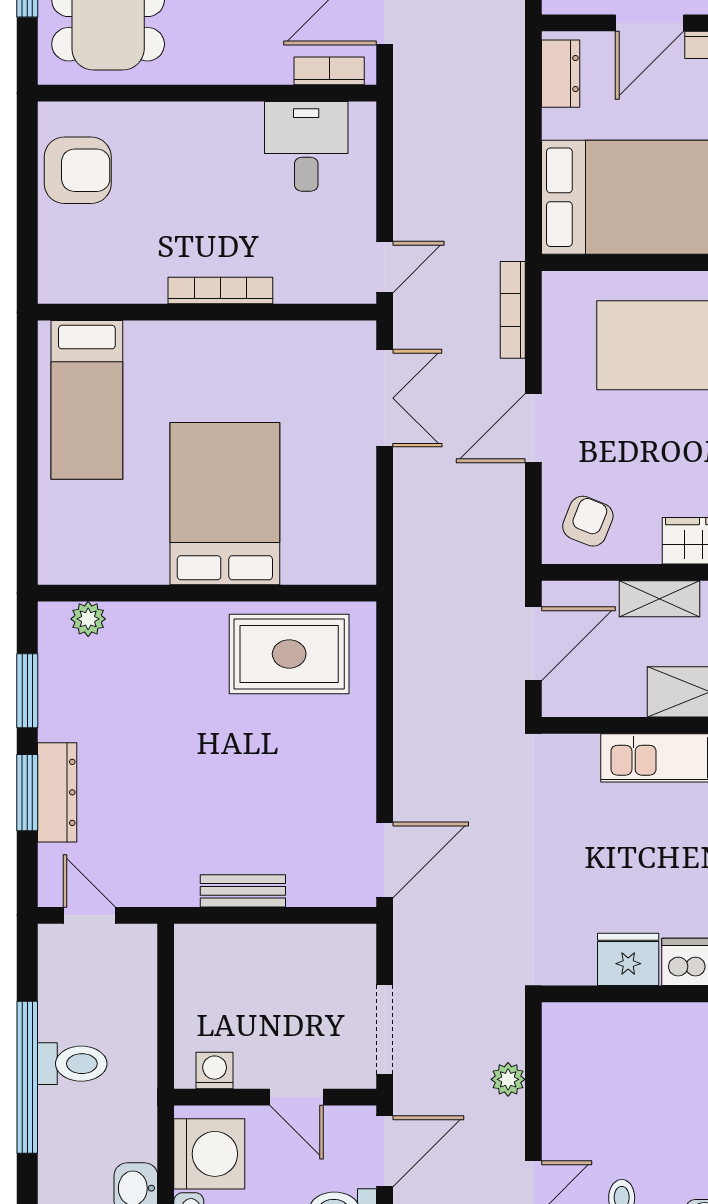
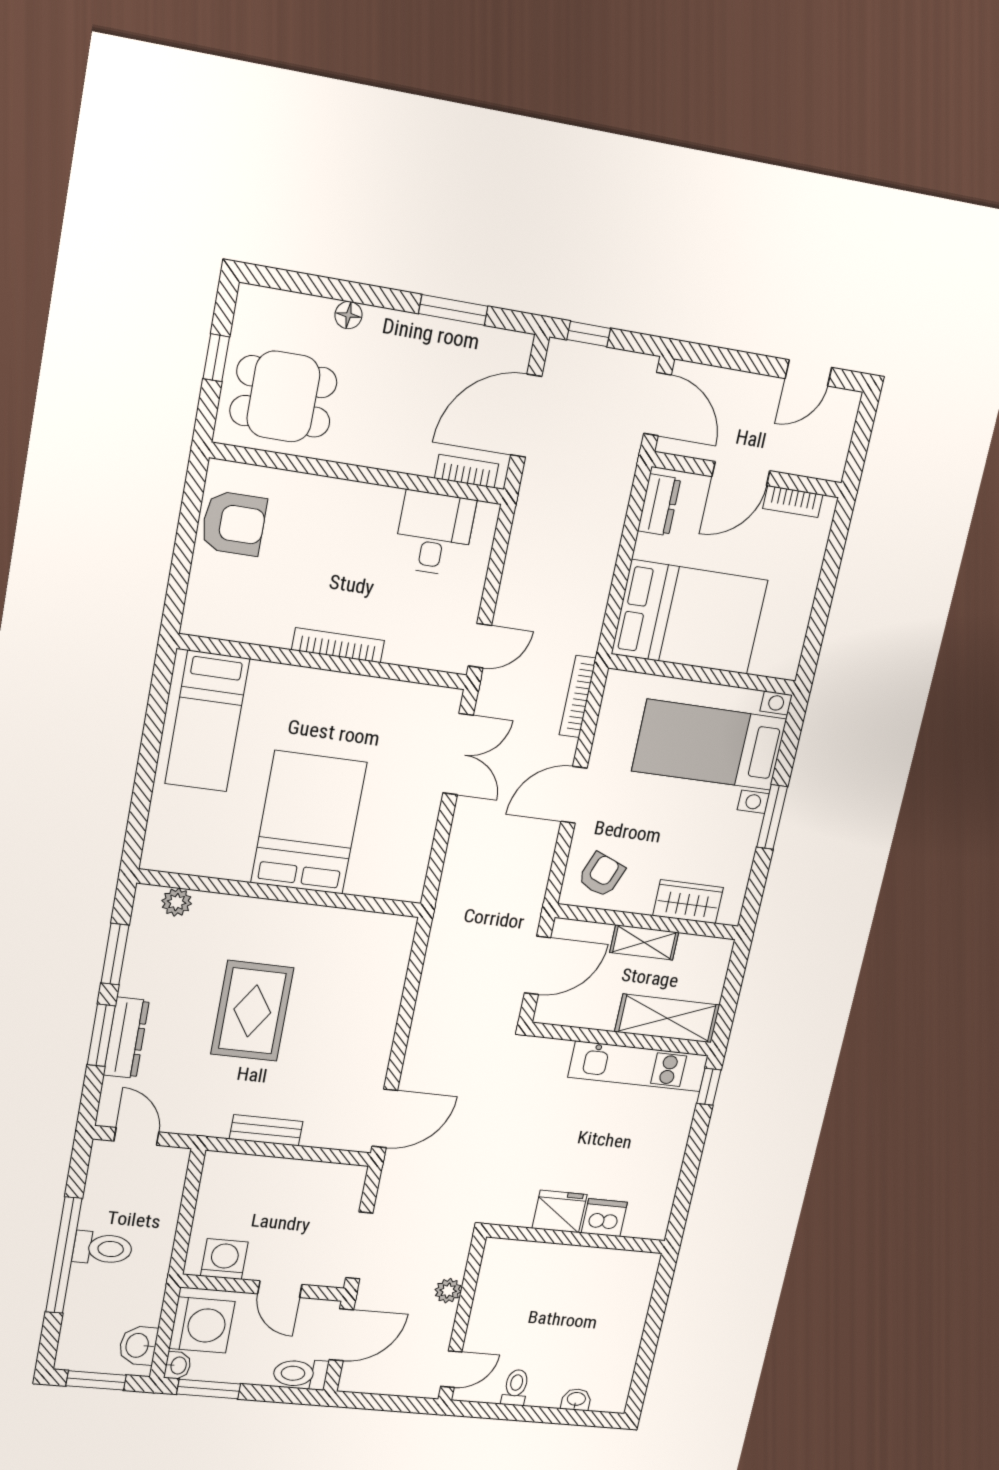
rug: (289, 654) -> (252, 1011), moved, turned 90
washing machine: (215, 1070) -> (224, 1259), width x1.38, depth x1.38

